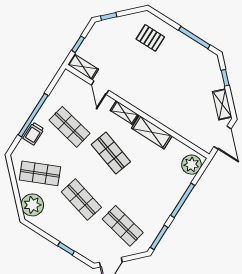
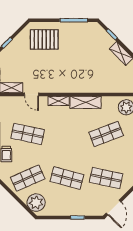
pallet: (150, 38) -> (44, 39), width x1.50, depth x1.42
shop shelf: (111, 153) -> (106, 134), moved, turned -39

